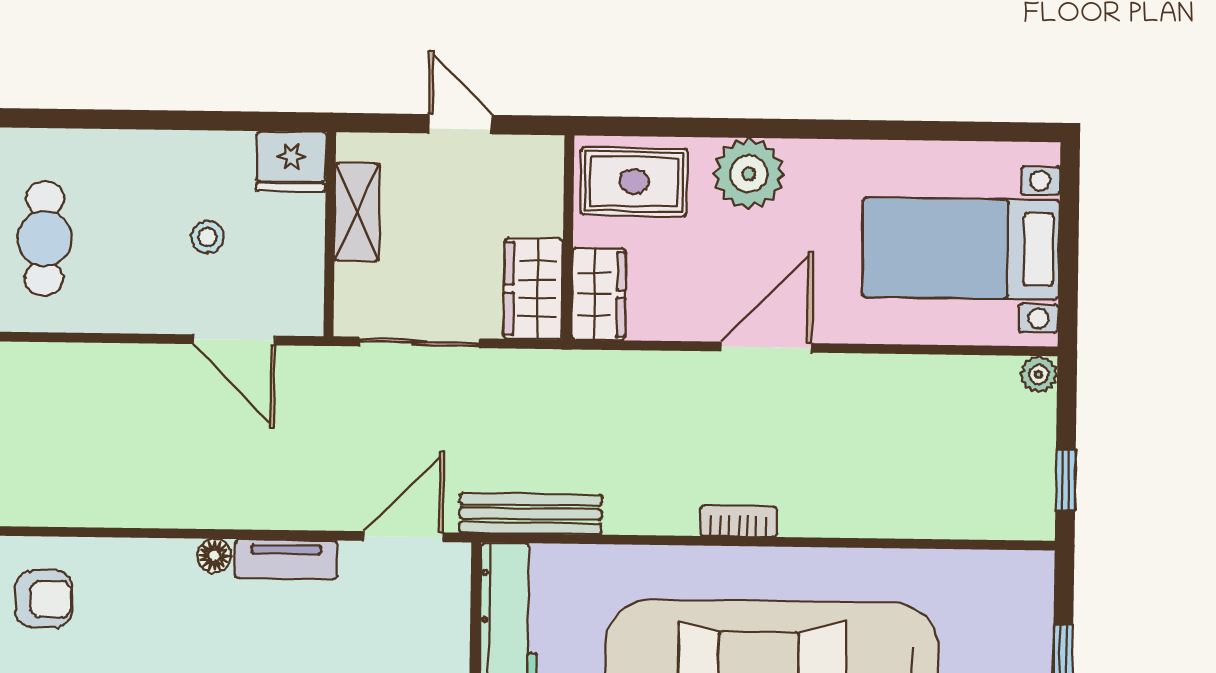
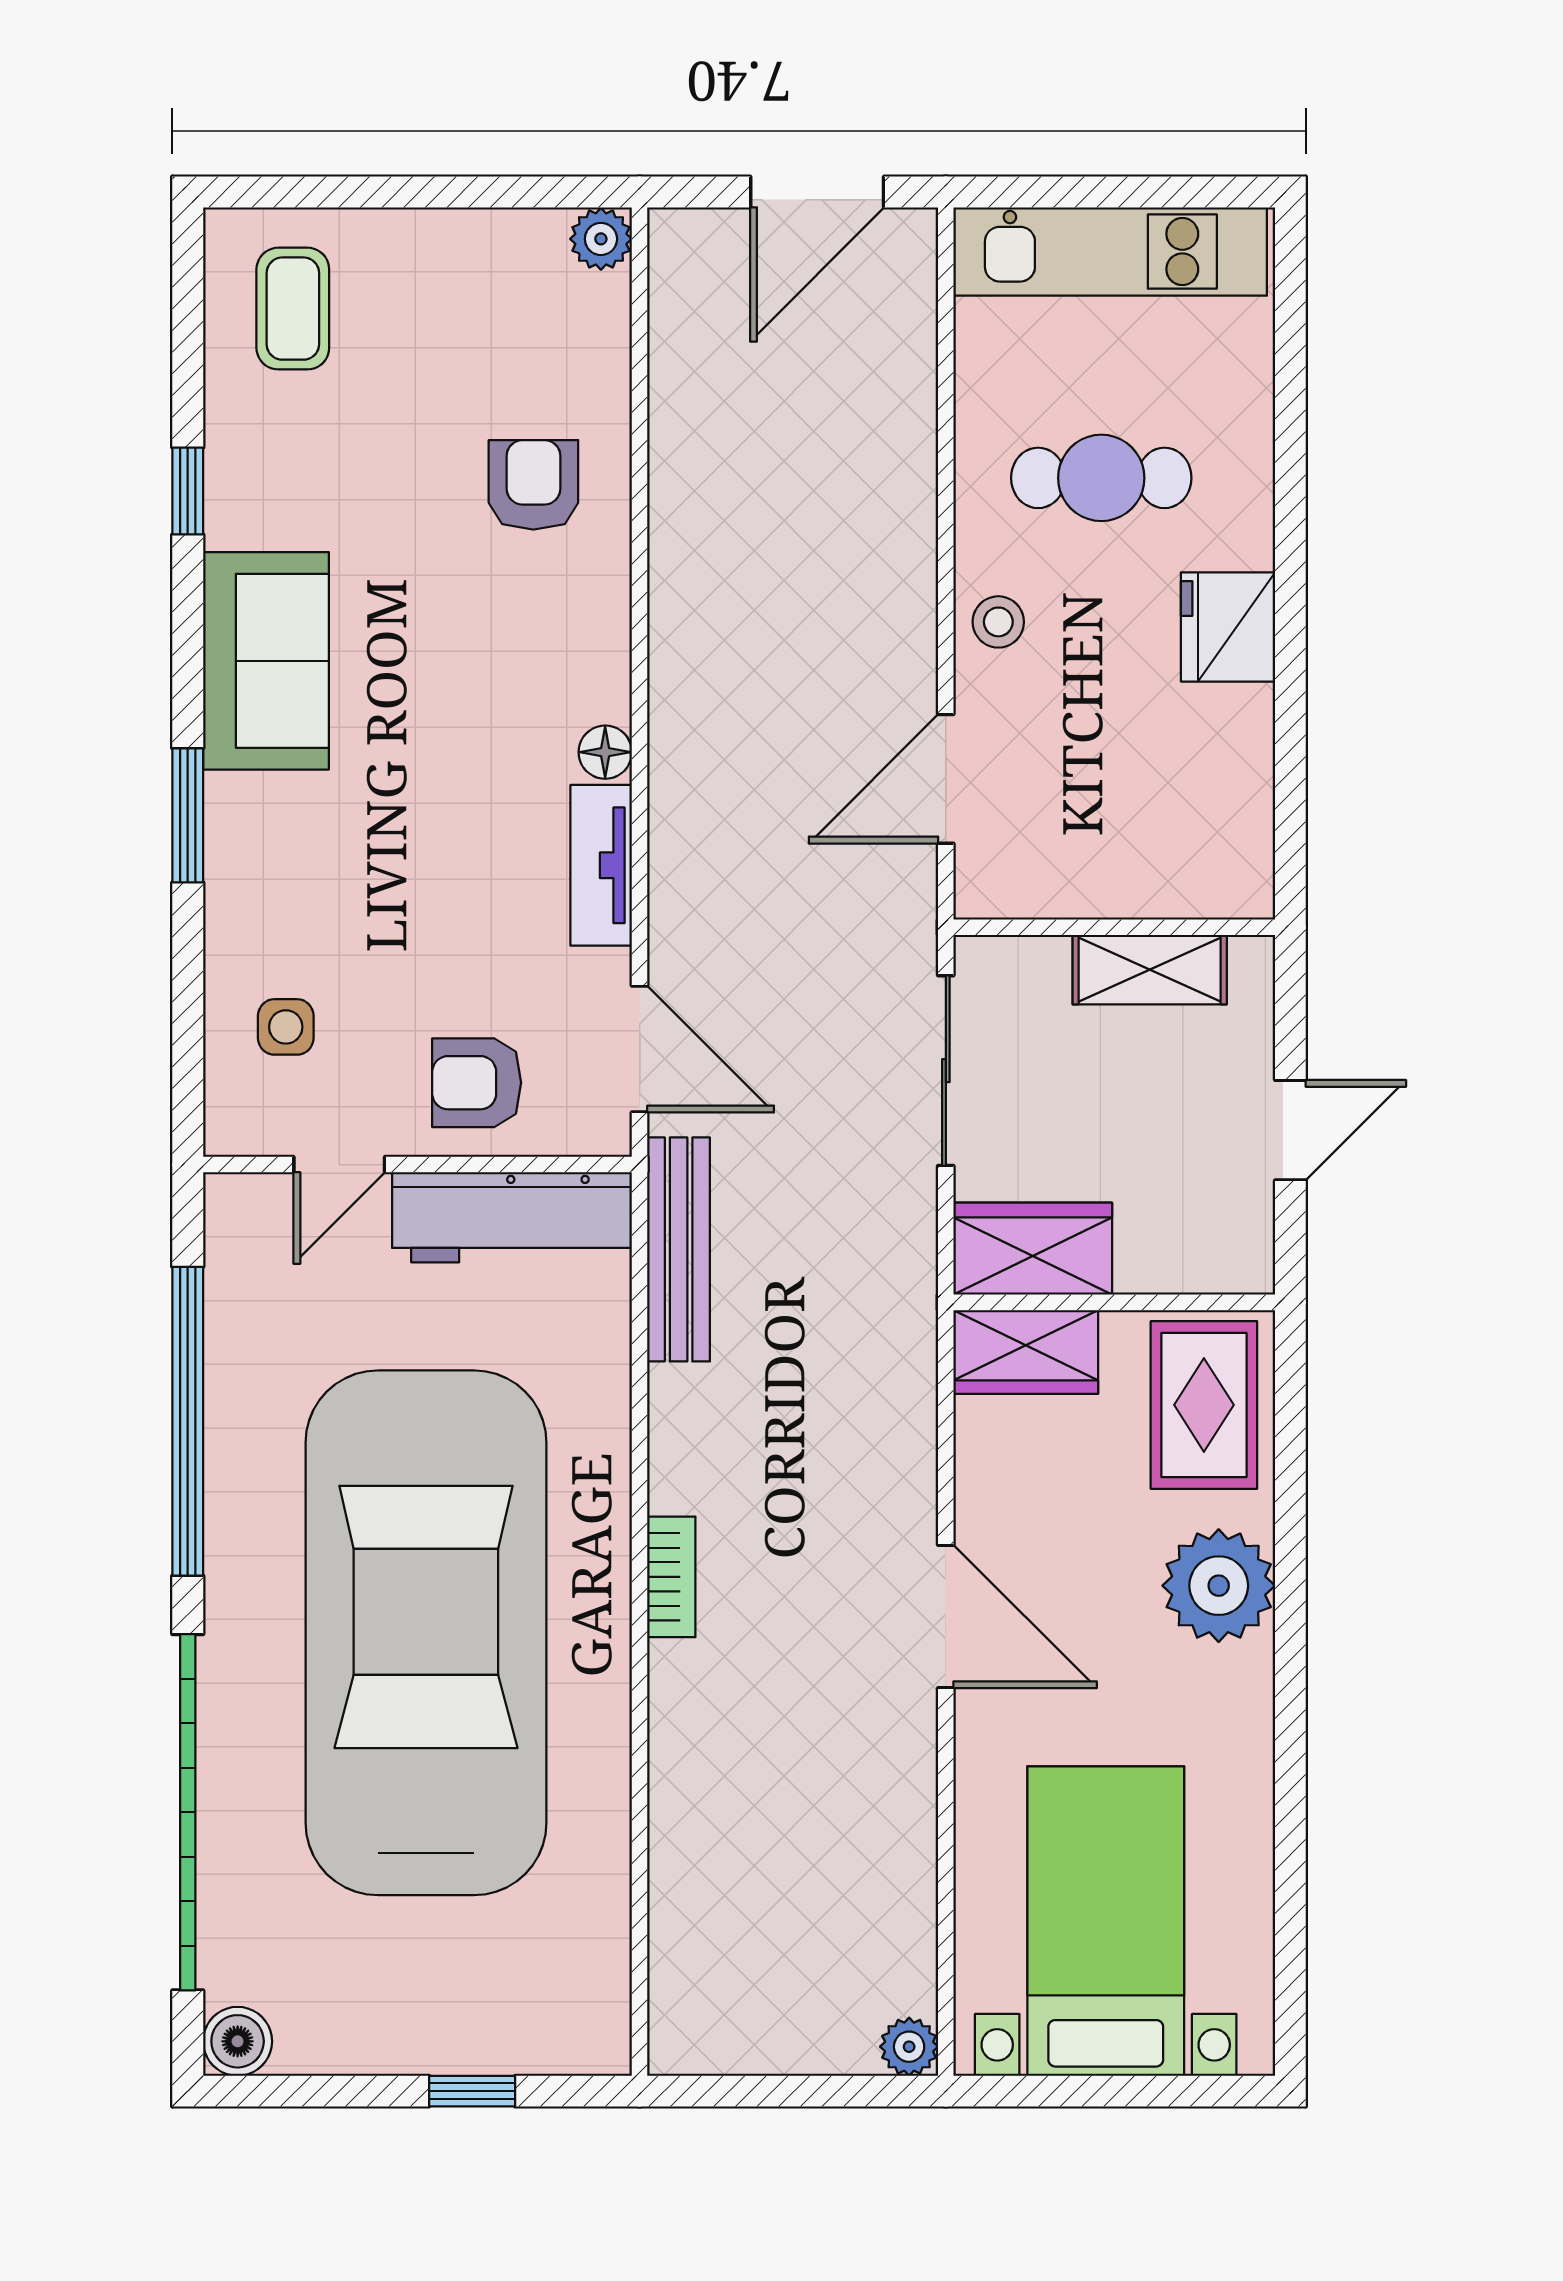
fridge: (291, 161) -> (1228, 627), moved
stool: (207, 237) -> (998, 622), moved
window: (1065, 480) -> (743, 2091), removed
armchair: (44, 599) -> (533, 485), turned 180
armchair: (423, 640) -> (477, 1083), added

